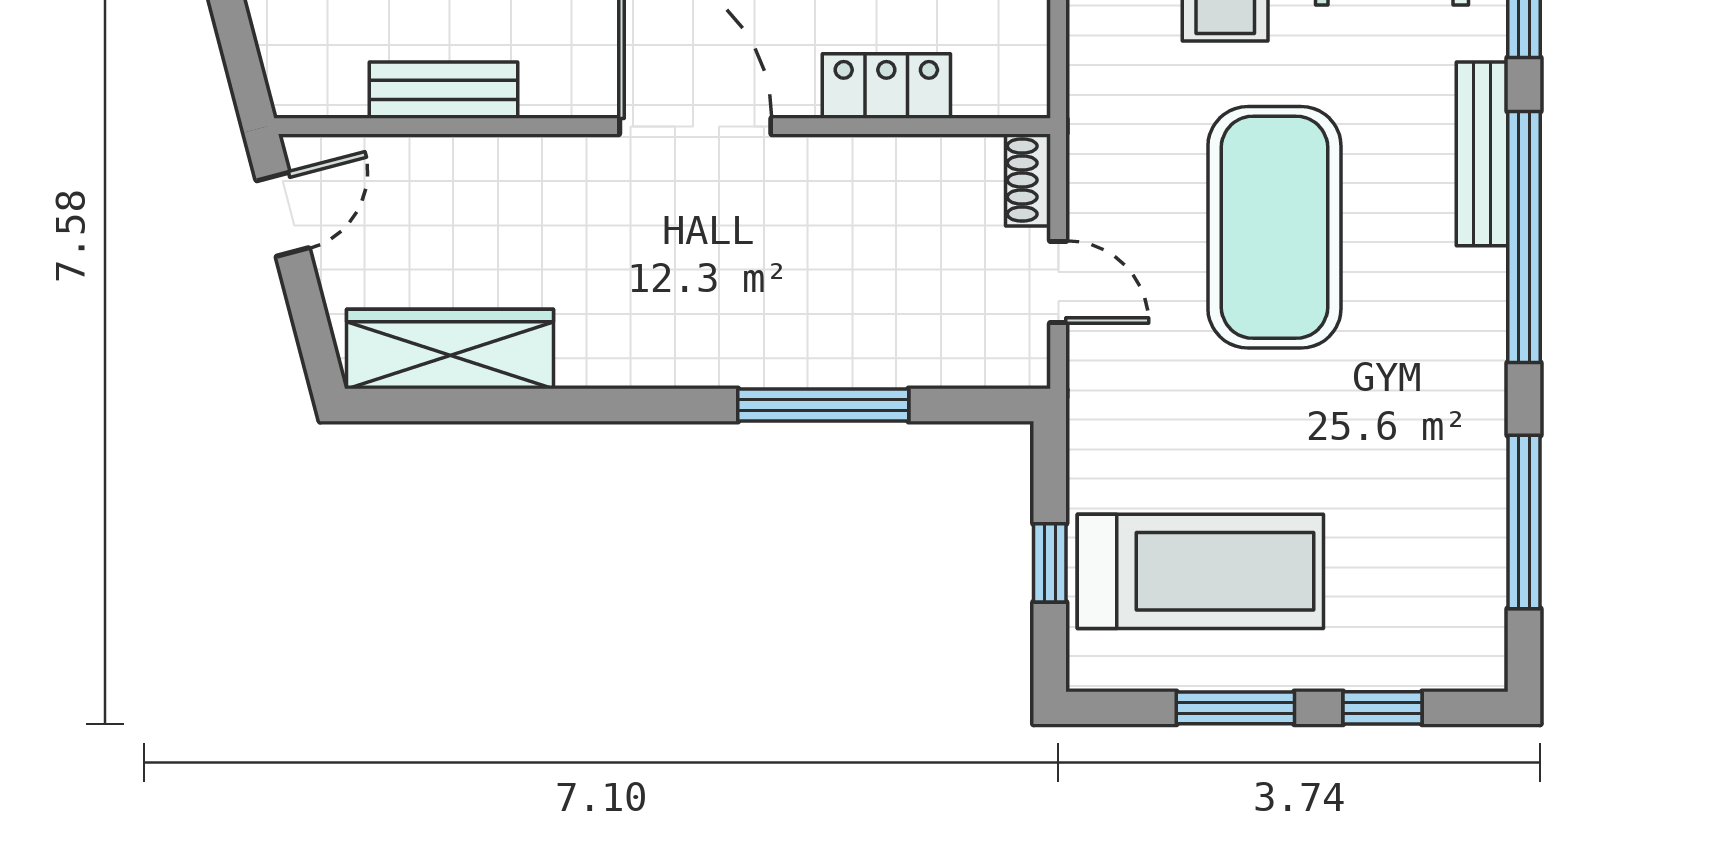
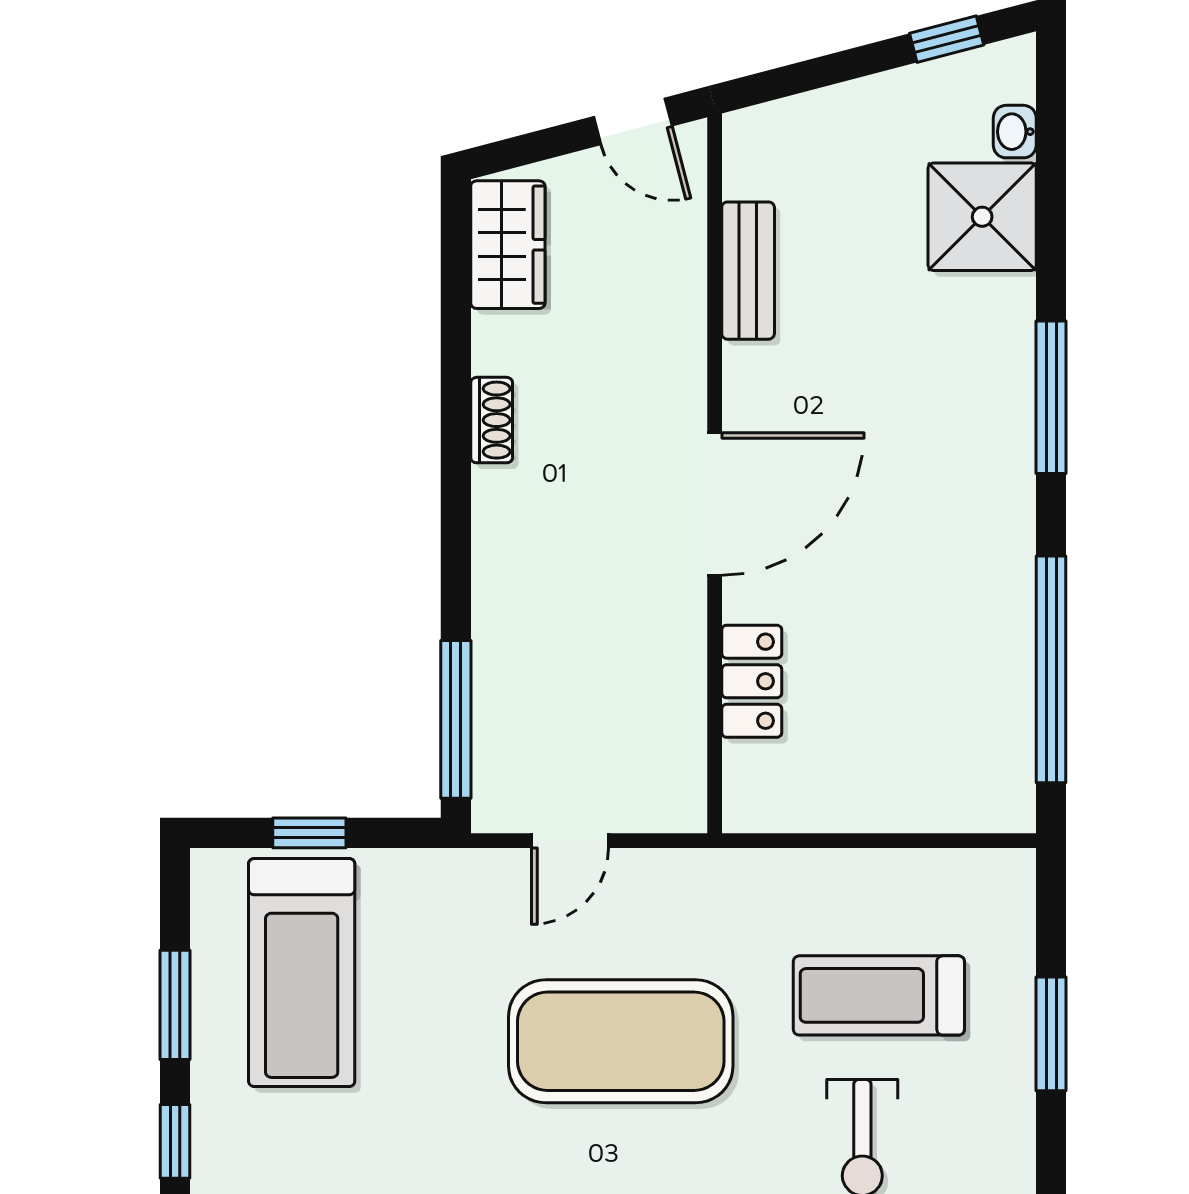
shoe rack: (1028, 180) -> (492, 420), moved, turned 90
wardrobe: (450, 349) -> (508, 245), width x0.67
window: (823, 405) -> (456, 719), moved

